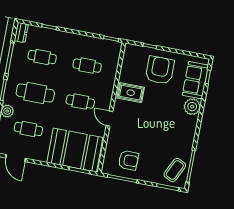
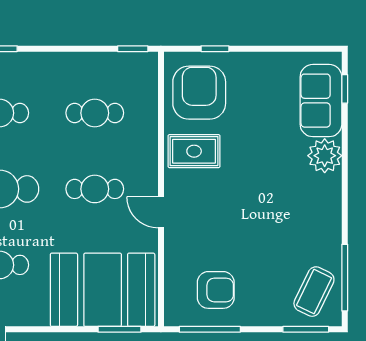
armchair: (160, 70) -> (199, 93), moved

